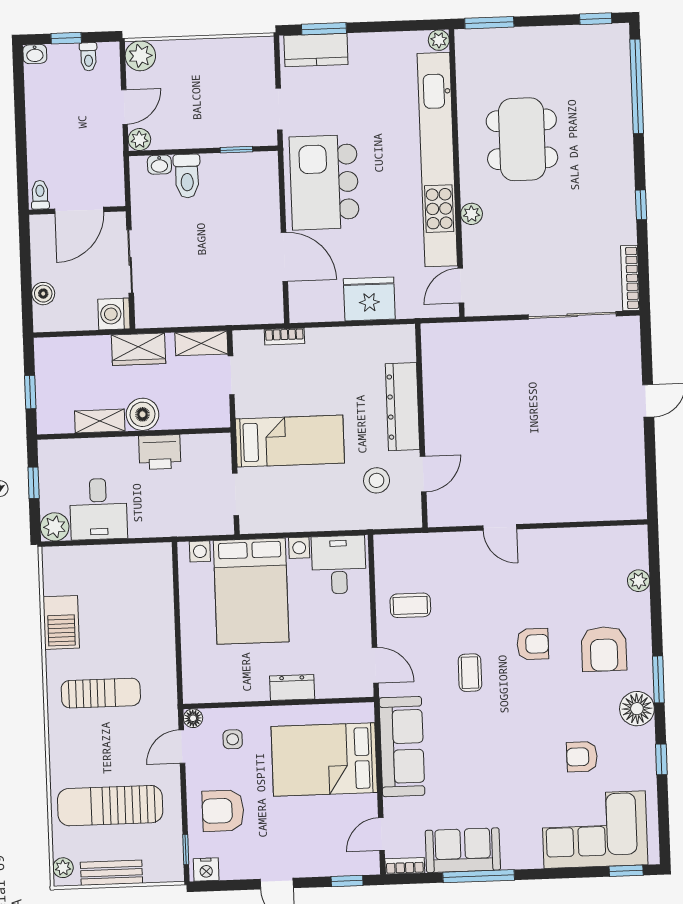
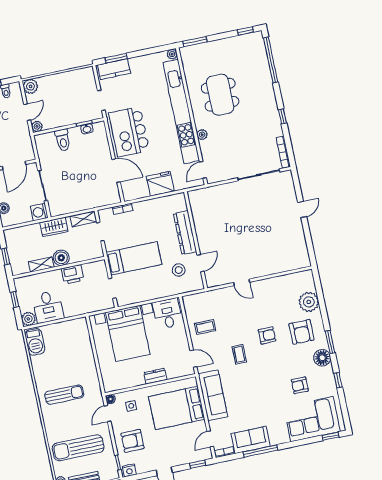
washbasin: (159, 165) -> (87, 129), moved
plant: (639, 581) -> (309, 302), width x1.87, depth x1.87
barbecue: (61, 622) -> (35, 342), moved

